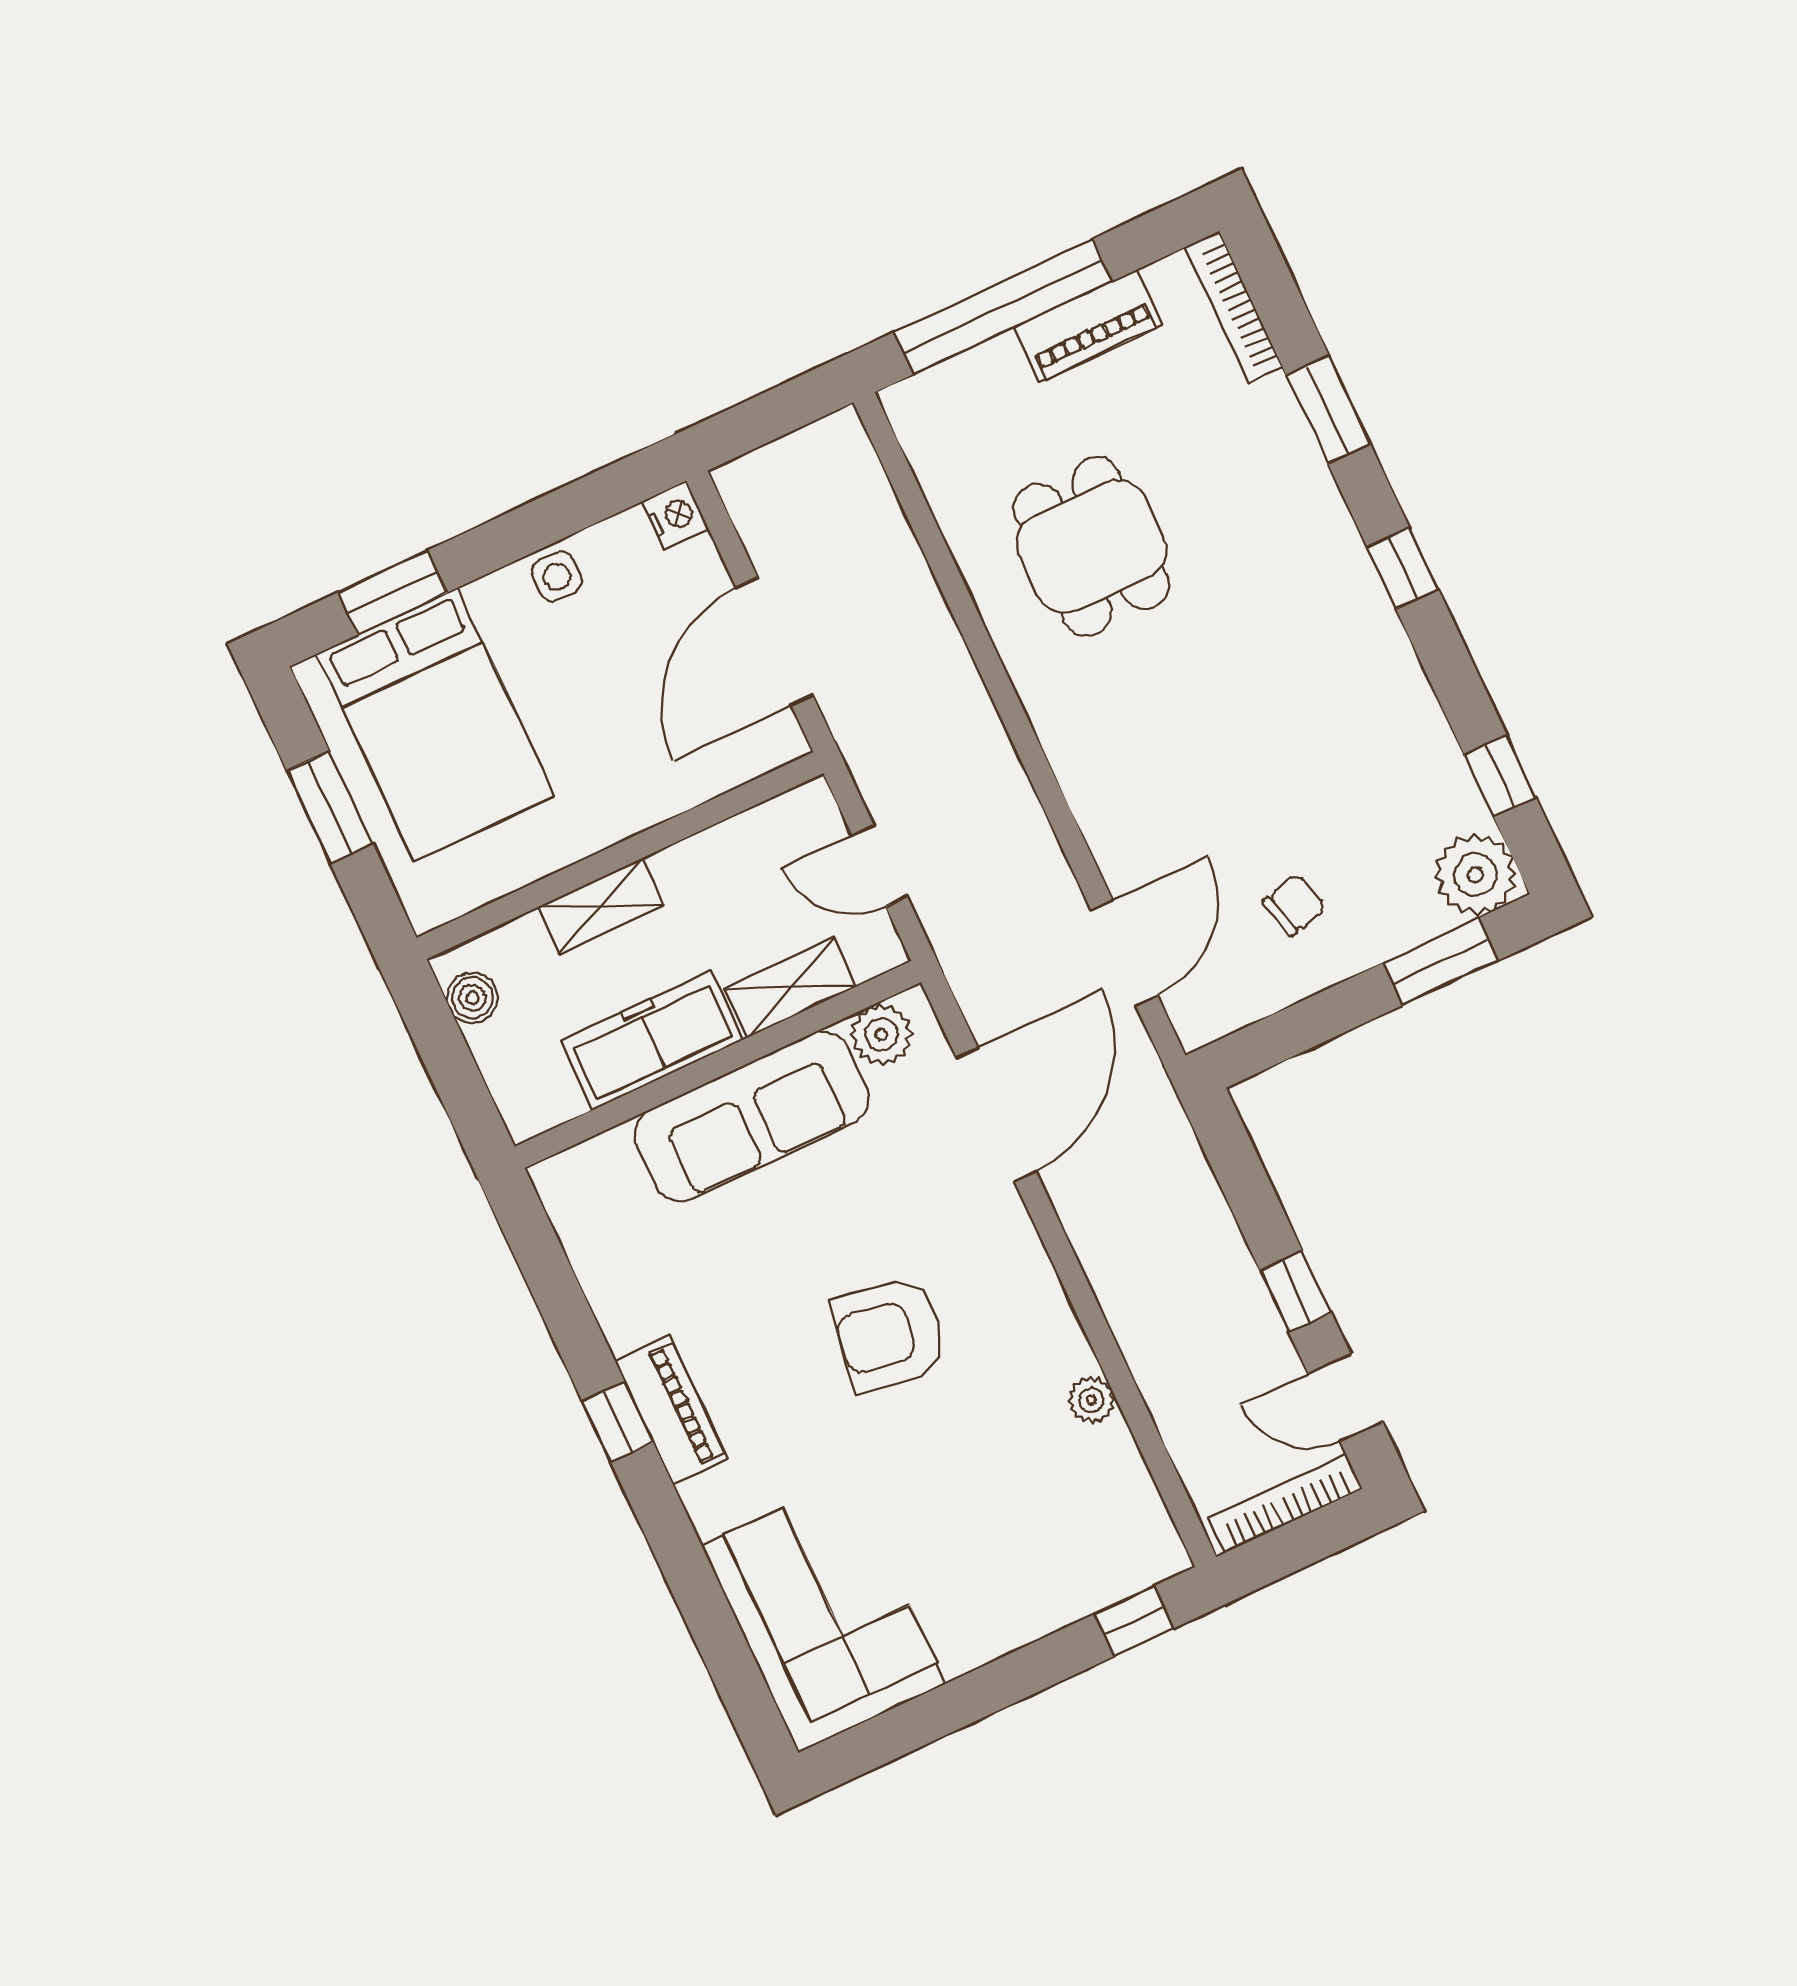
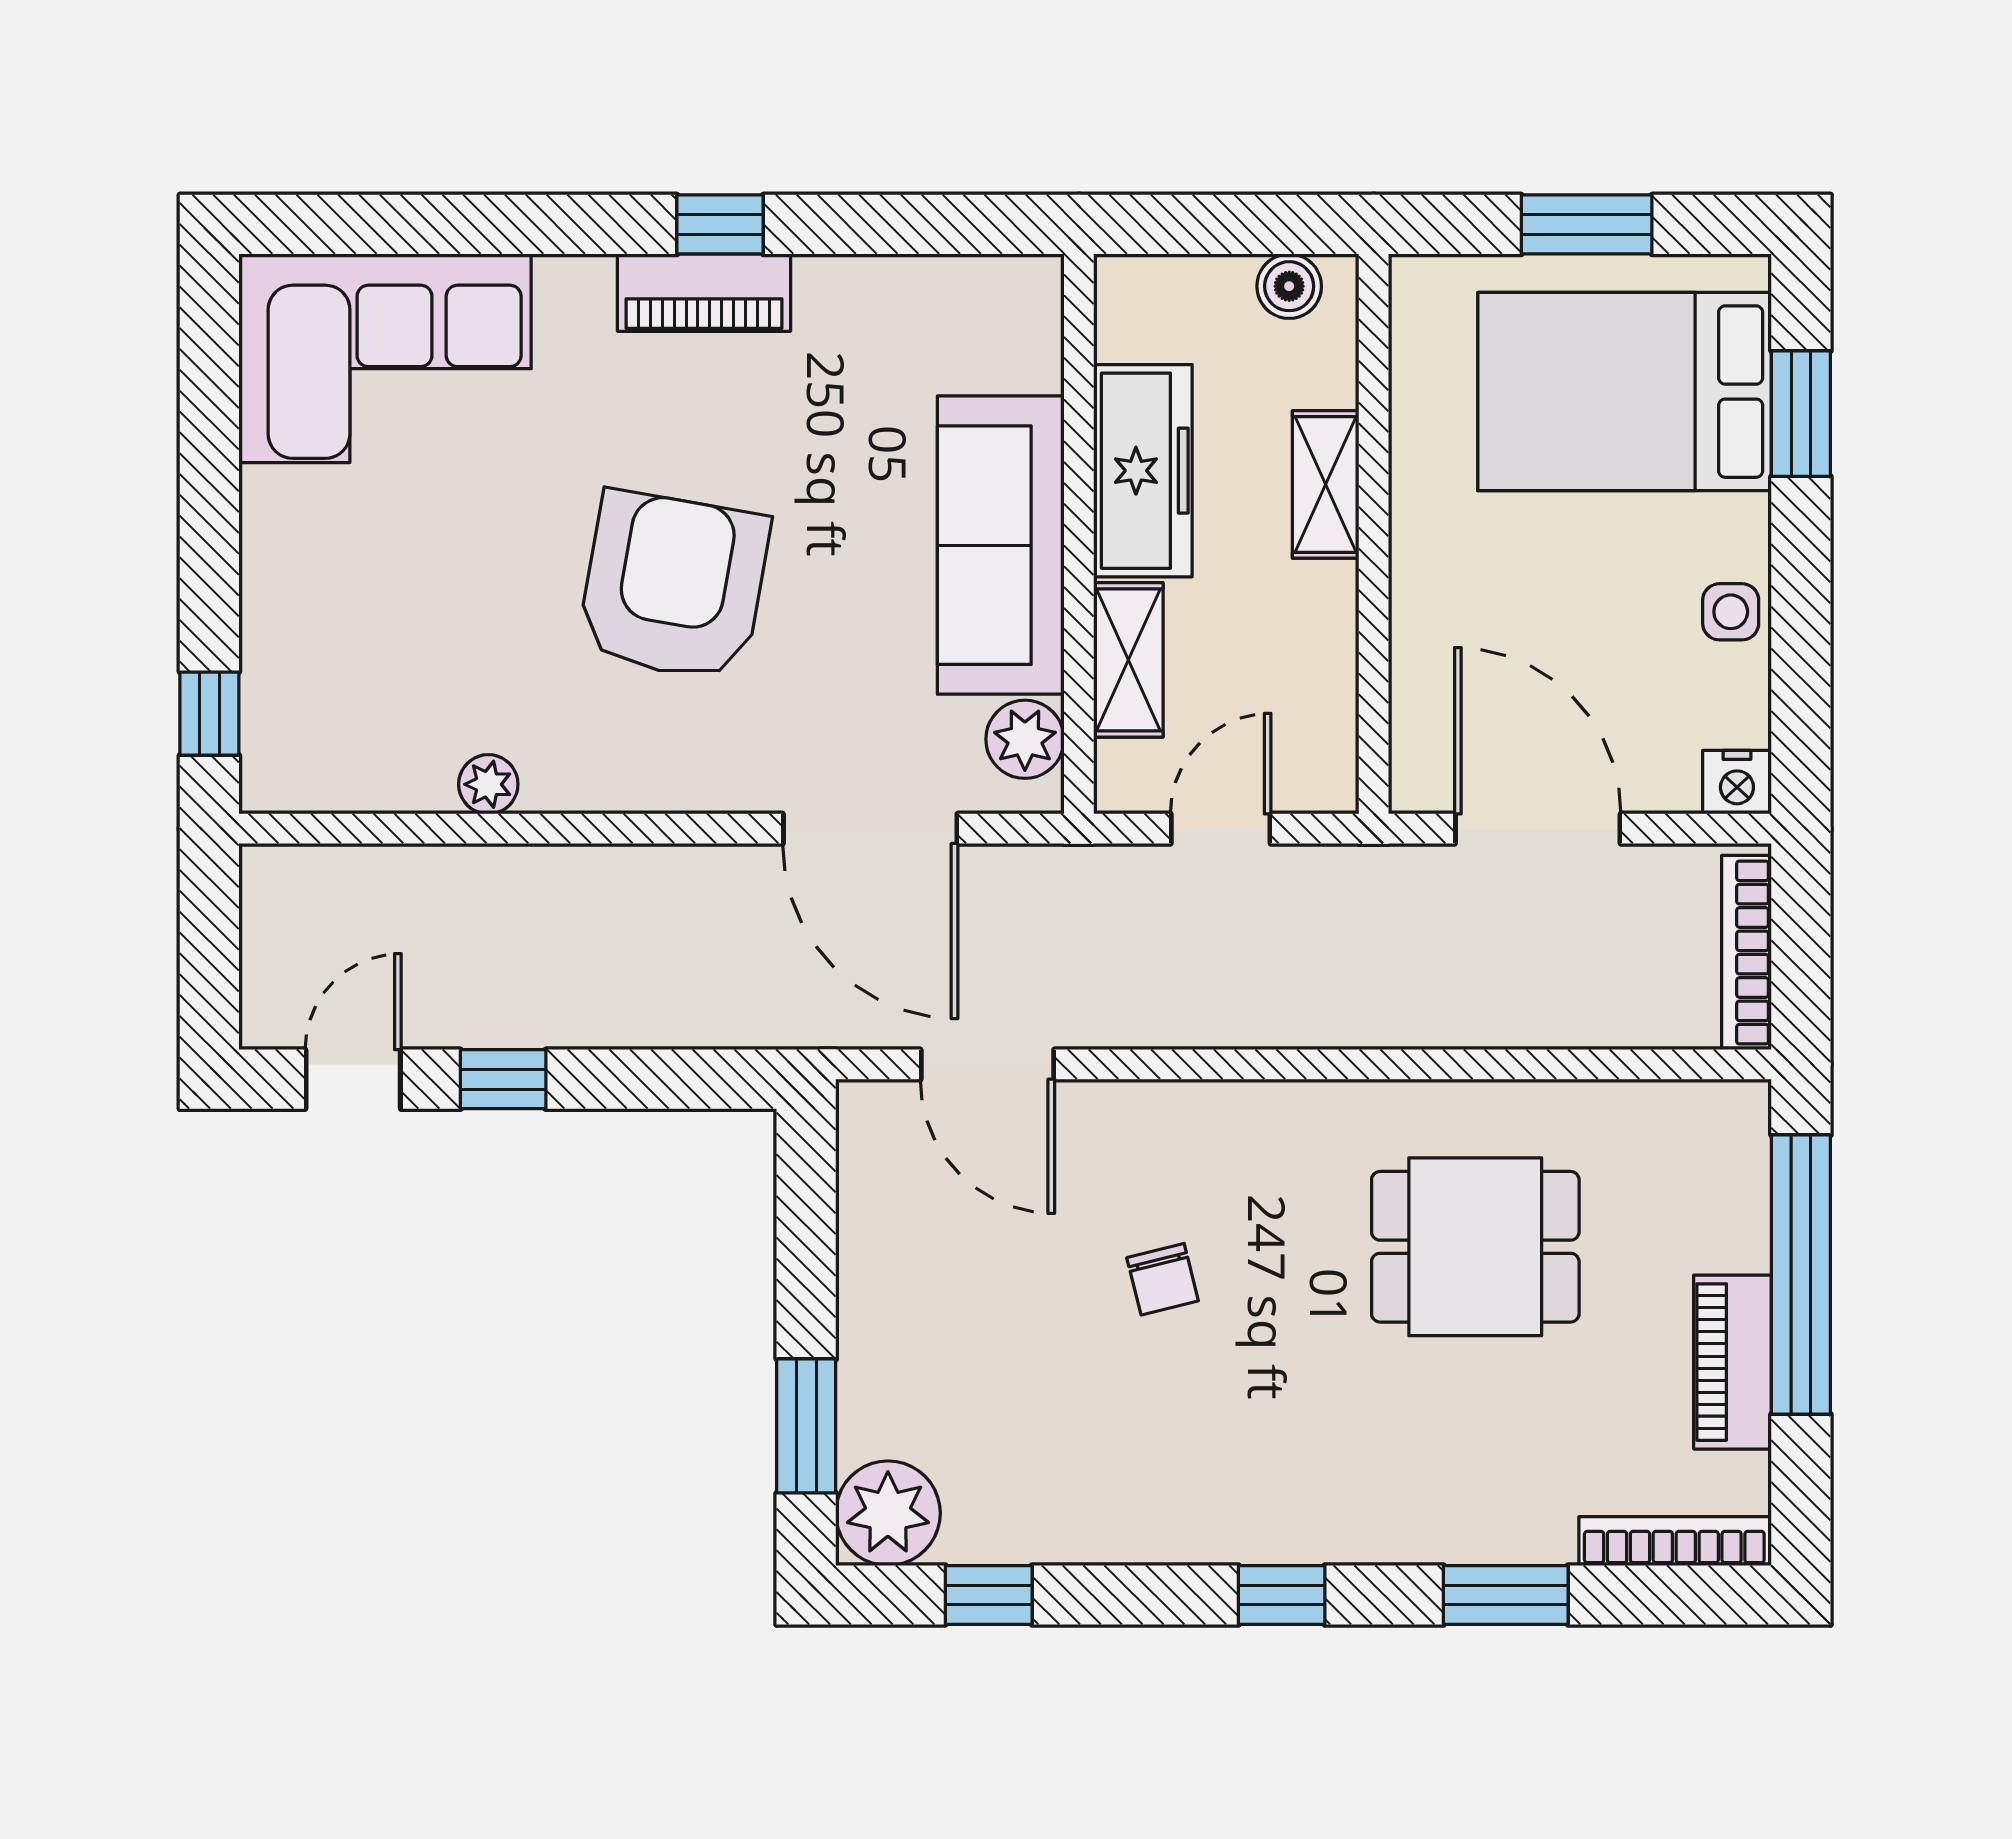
chair: (1294, 905) -> (1163, 1279), moved
armchair: (889, 1334) -> (674, 586), width x1.36, depth x1.36
bookcase: (1285, 1503) -> (1747, 953), moved, turned 180

